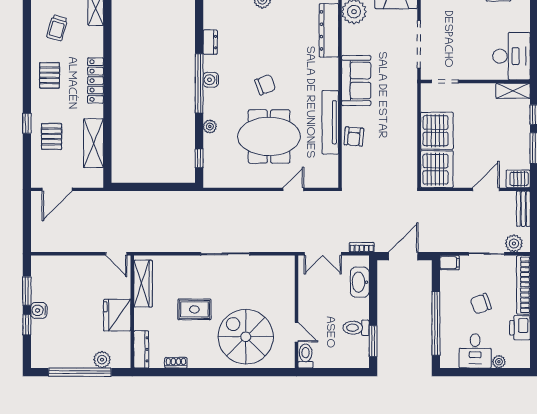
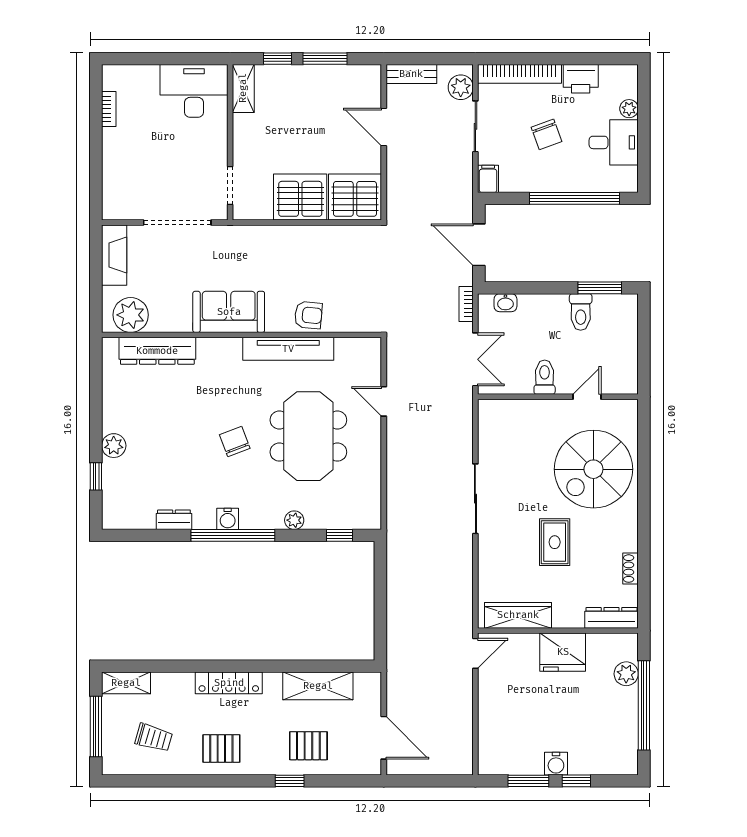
server rack: (518, 179) -> (369, 81), removed
washbasin: (360, 282) -> (505, 303), width x0.52, depth x0.69
toilet: (306, 356) -> (545, 377), moved, turned 90

